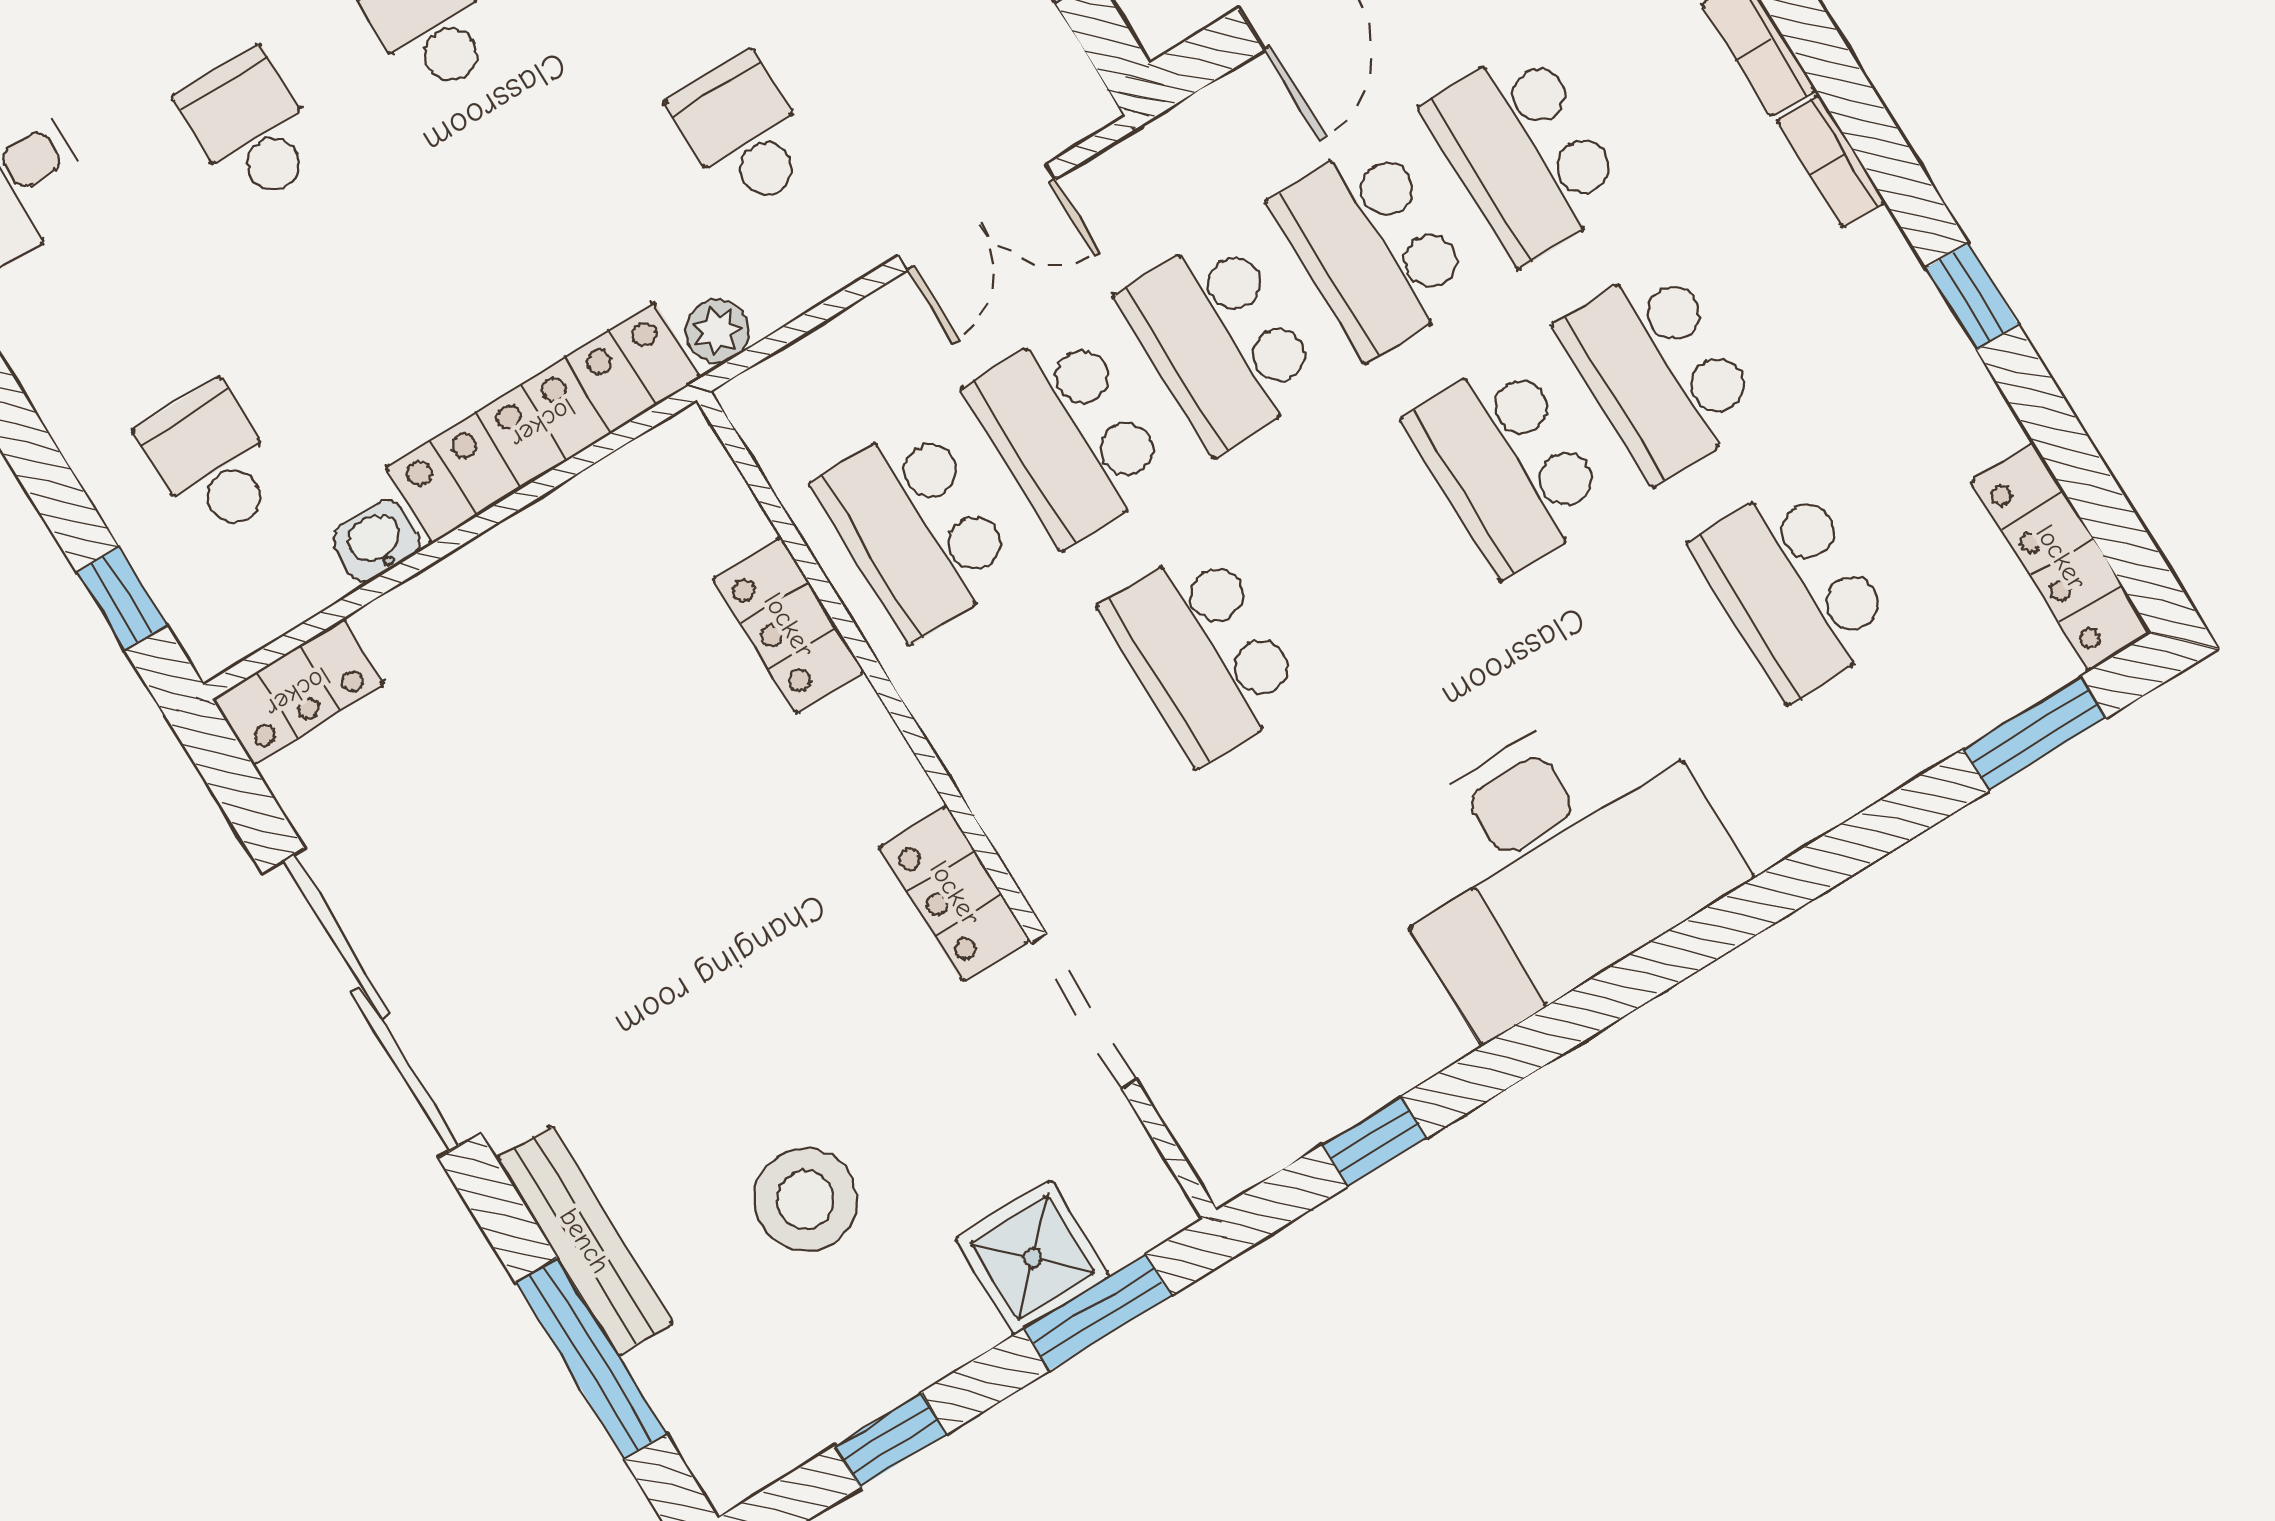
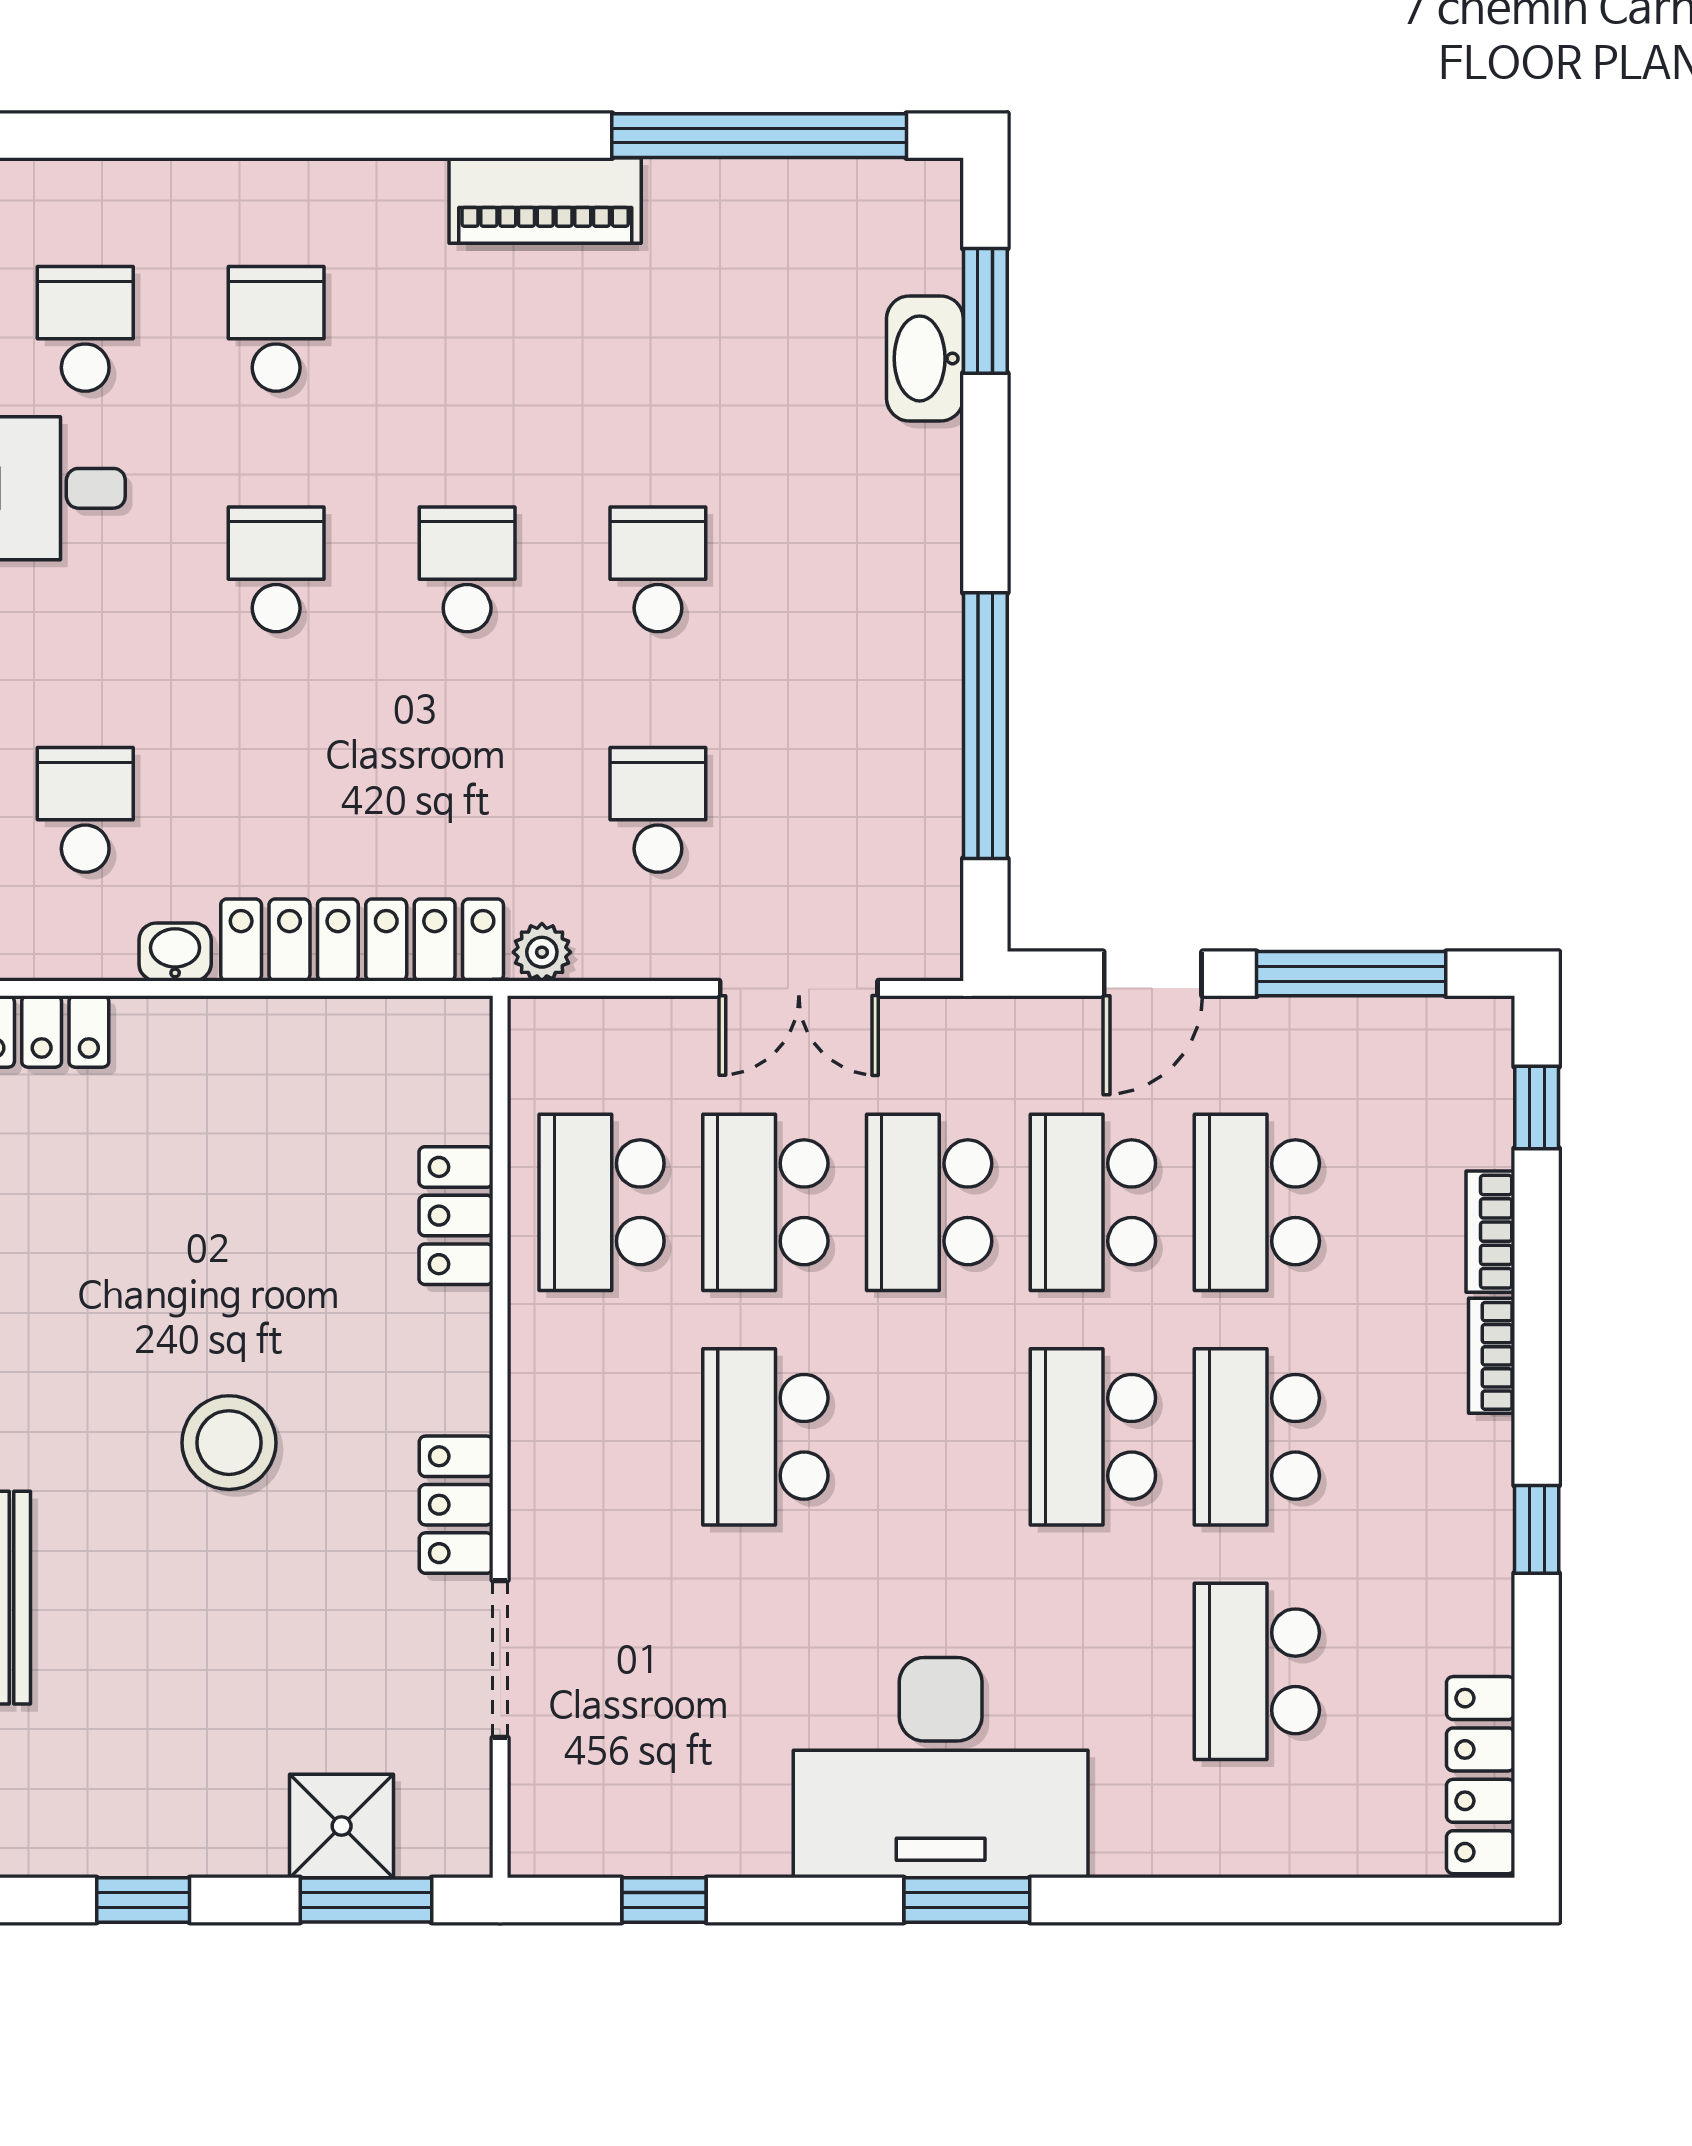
window: (2035, 733) -> (967, 1900), moved
stool: (805, 1200) -> (229, 1443), moved

